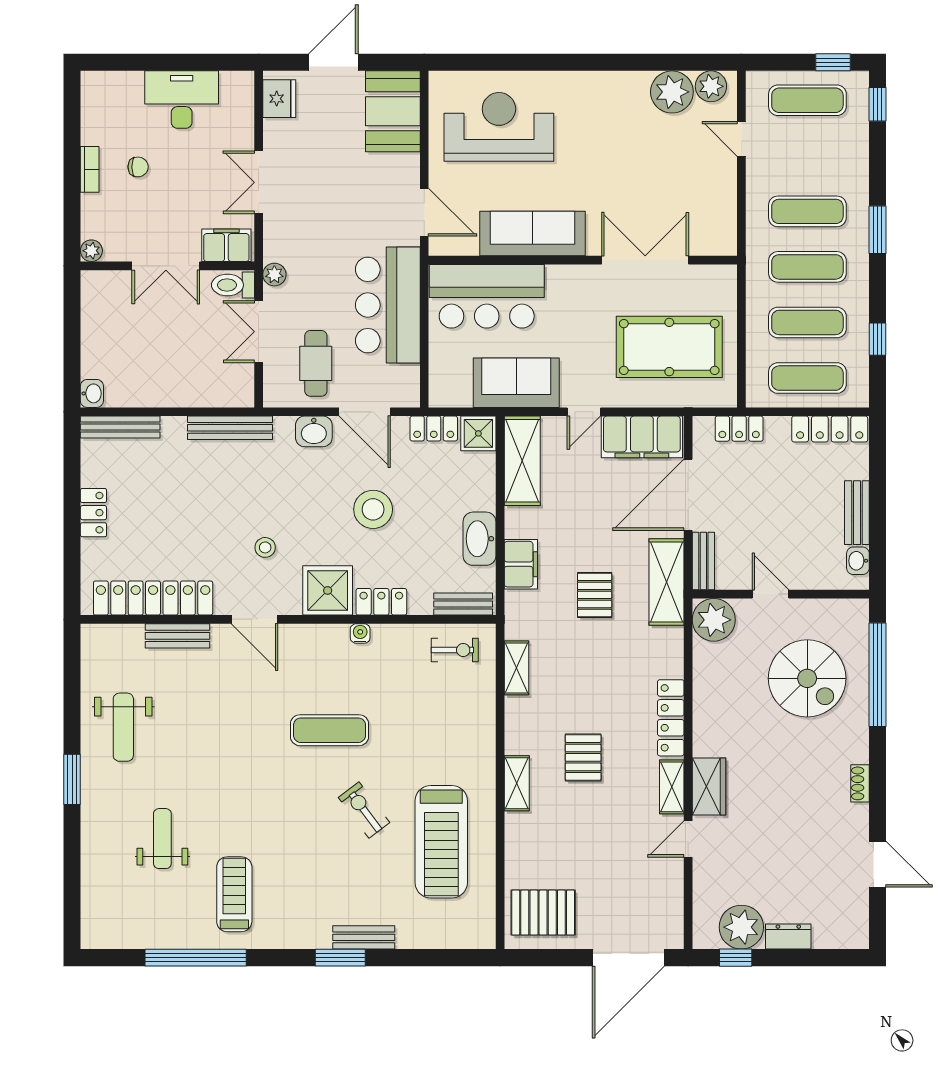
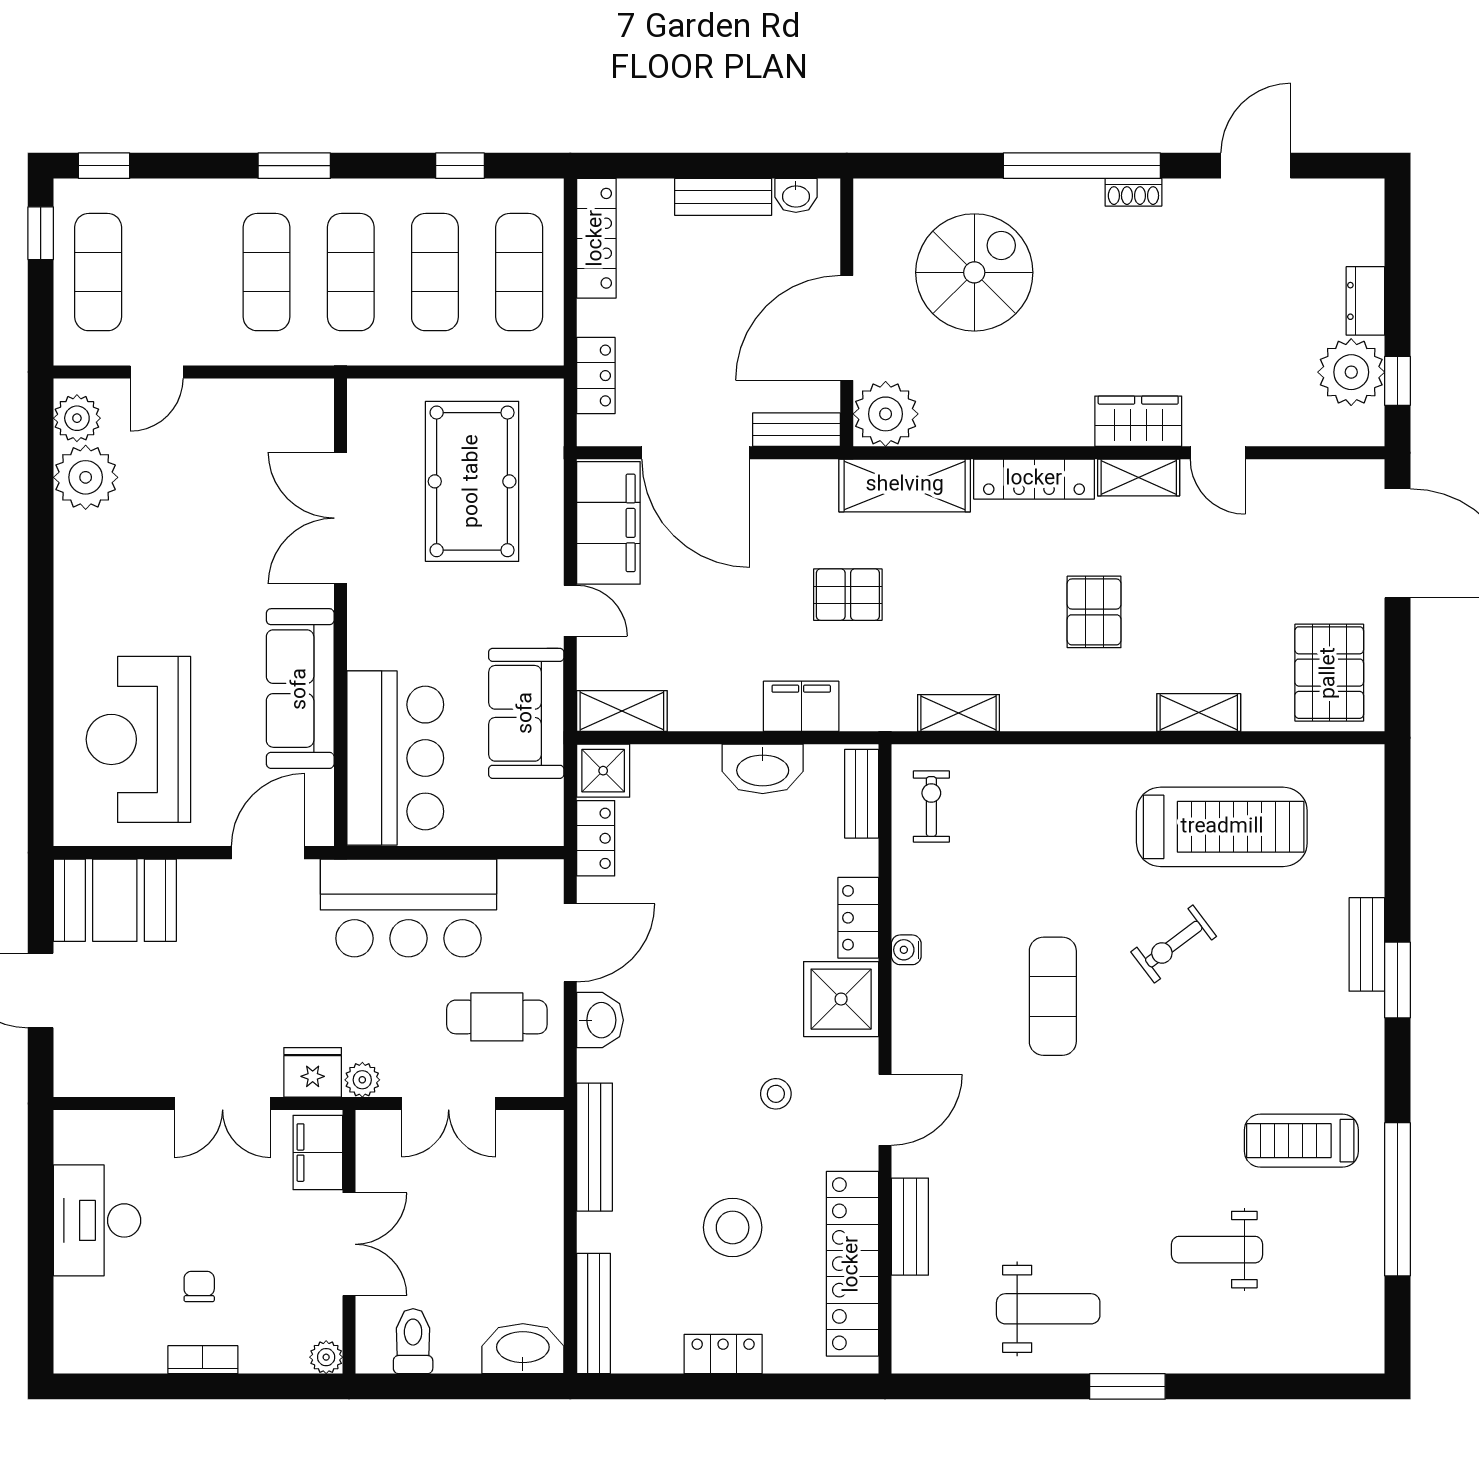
fridge: (279, 99) -> (313, 1072), moved
toilet: (233, 285) -> (413, 1341), moved, turned 180
washbasin: (92, 393) -> (523, 1349), width x1.91, depth x1.45
shelving: (522, 461) -> (622, 711), width x0.67, depth x0.75
stool: (373, 509) -> (733, 1227), moved
shelving: (667, 582) -> (905, 485), moved
door: (771, 594) -> (847, 328), width x1.88
window: (878, 675) -> (1082, 166), moved
pallet: (583, 757) -> (1094, 612), turned 90
shelving: (517, 783) -> (1199, 713), moved

